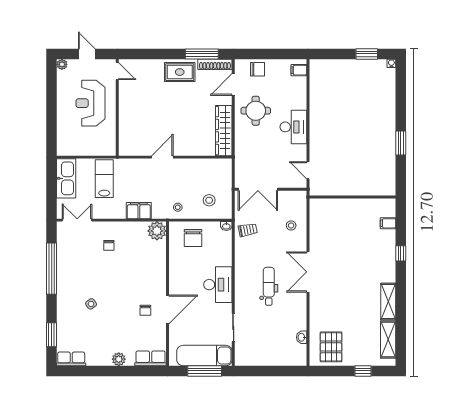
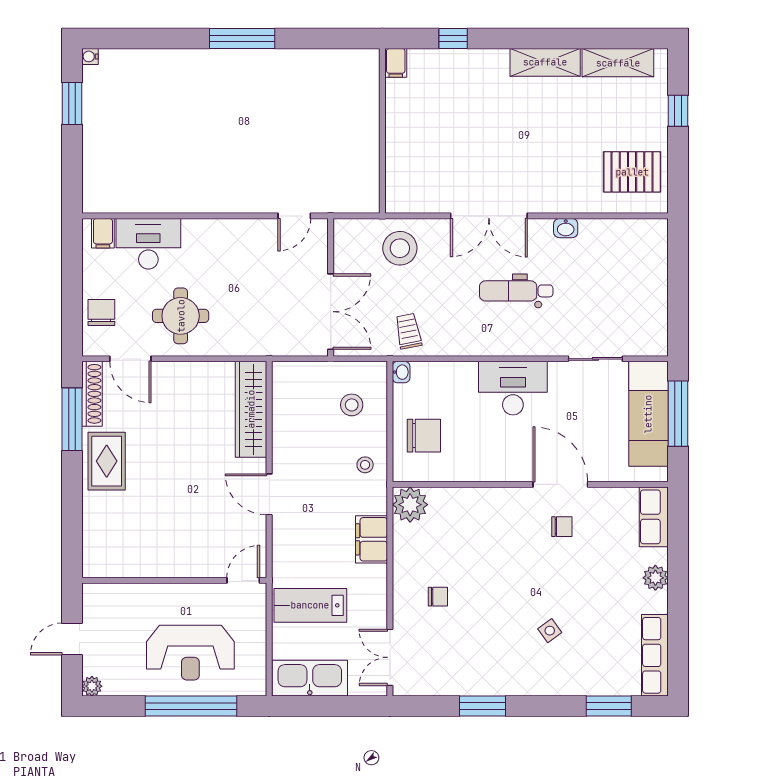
door: (117, 71) -> (243, 580), moved
reception desk: (90, 103) -> (190, 653), moved
window: (52, 116) -> (191, 706), added
desk: (293, 127) -> (148, 244), moved
wardrobe: (224, 131) -> (251, 409), moved, turned 90
window: (401, 143) -> (242, 39), width x1.44
wall: (352, 197) -> (382, 131), moved
stool: (291, 225) -> (400, 248), width x1.89, depth x1.89
window: (52, 269) -> (482, 706), width x0.47
washbasin: (302, 337) -> (566, 228), moved
row of seats: (71, 359) -> (655, 655), width x1.48

